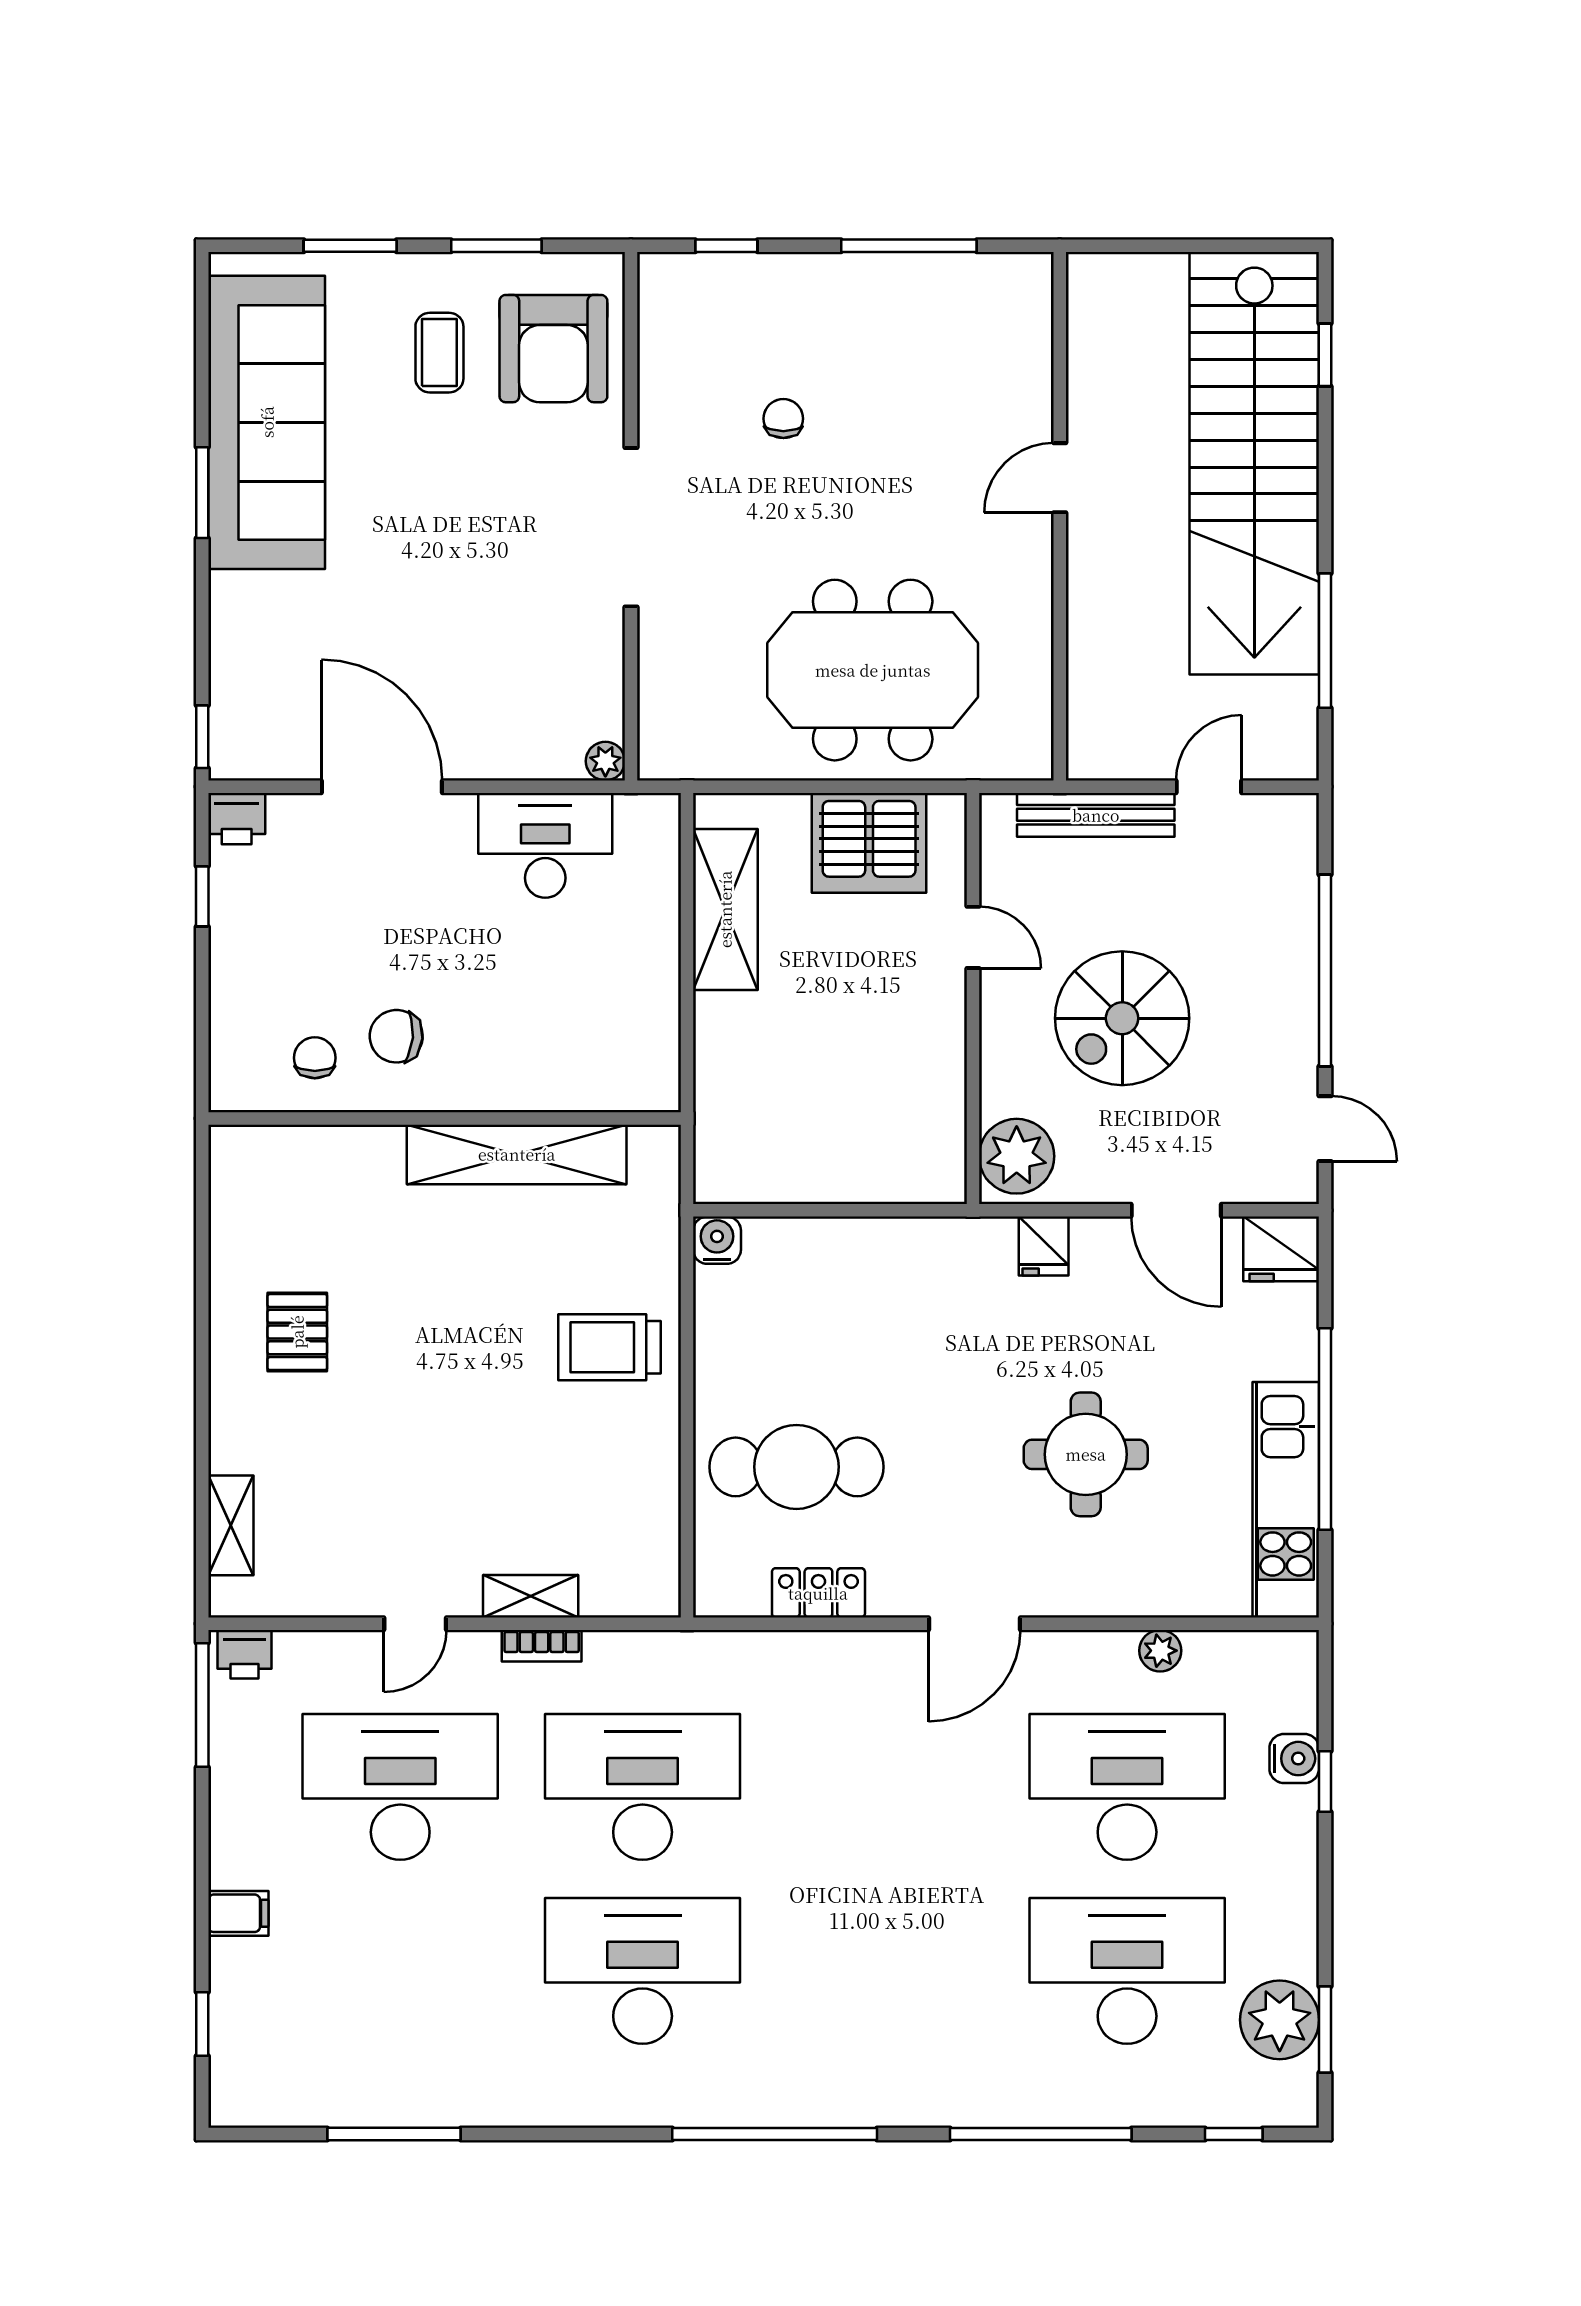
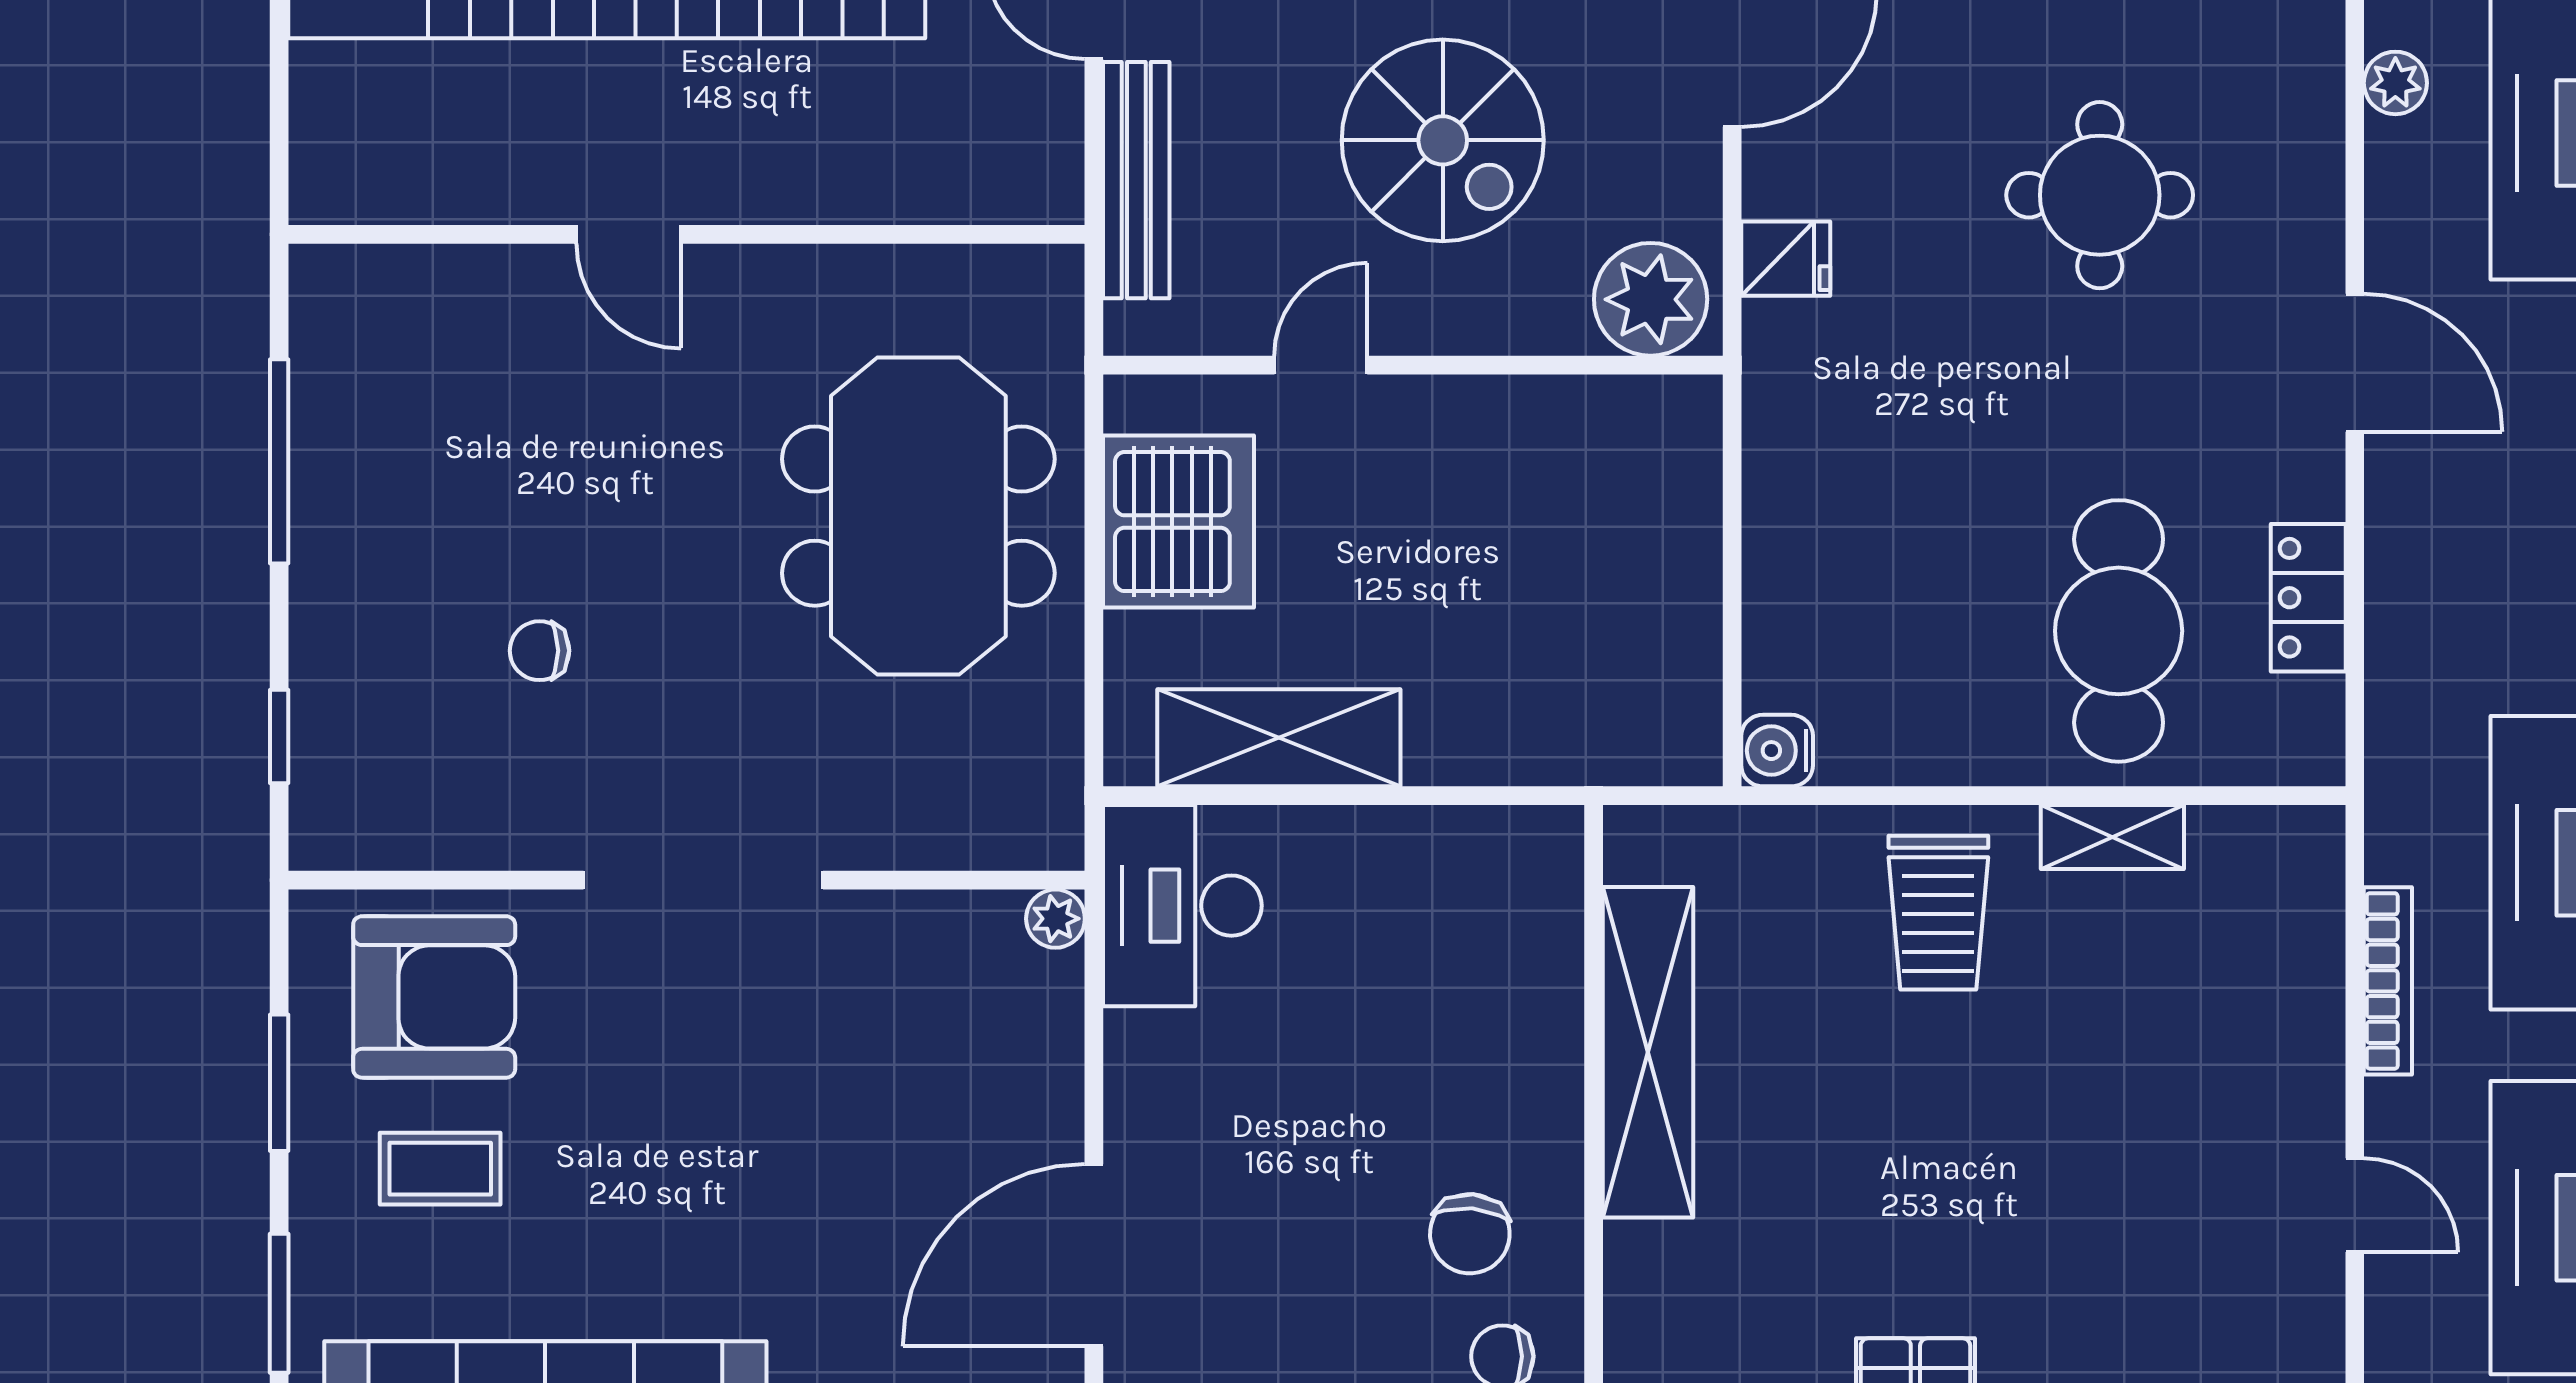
desk: (545, 845) -> (1182, 906), moved
shelving: (531, 1596) -> (2112, 837), moved, turned 90
bookcase: (542, 1646) -> (2388, 981), width x1.56

